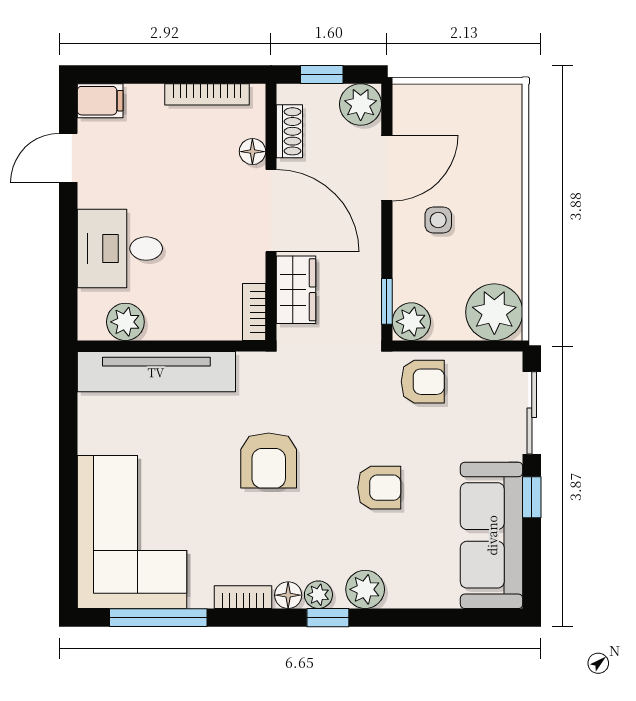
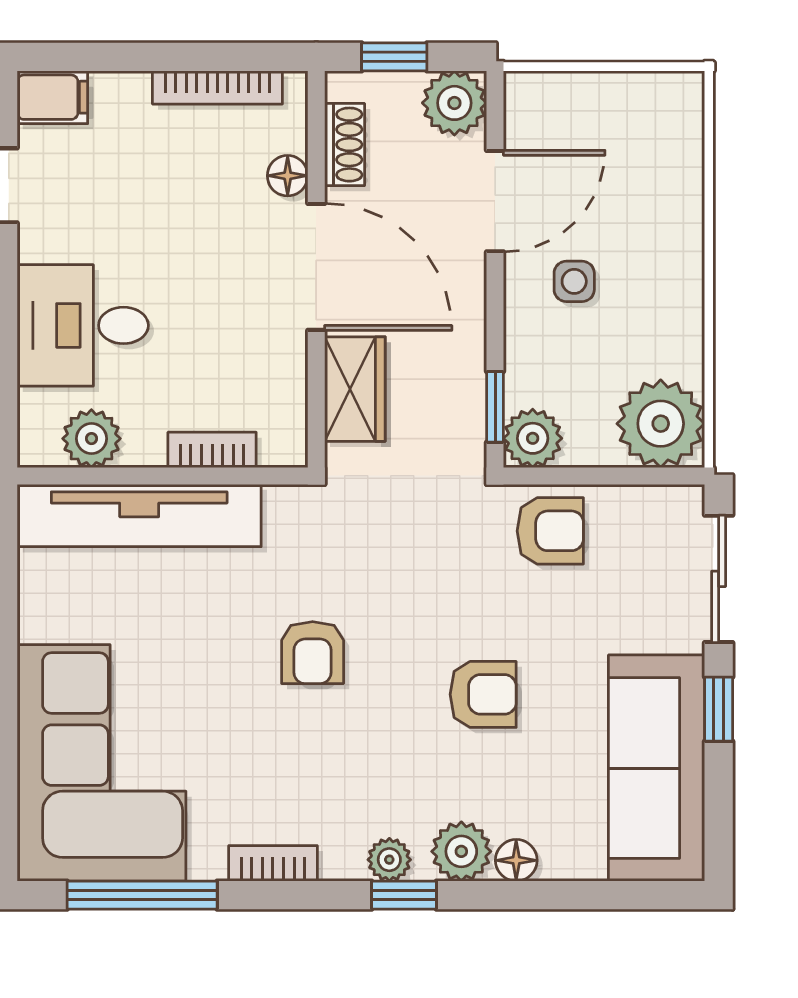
bookcase: (254, 312) -> (212, 450), moved, turned 90
armchair: (269, 461) -> (313, 653), width x0.72, depth x0.72
floor lamp: (288, 595) -> (516, 860), moved

